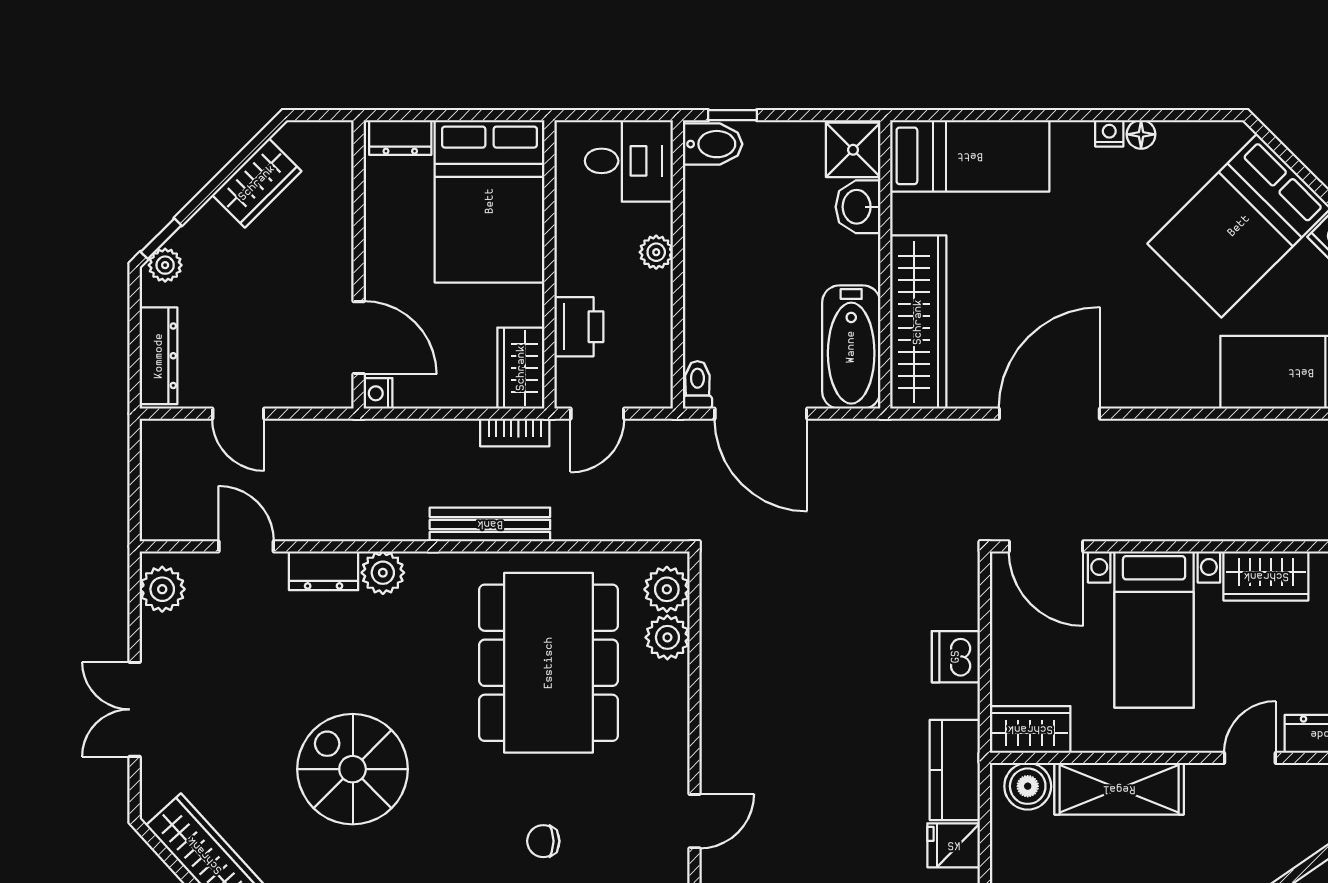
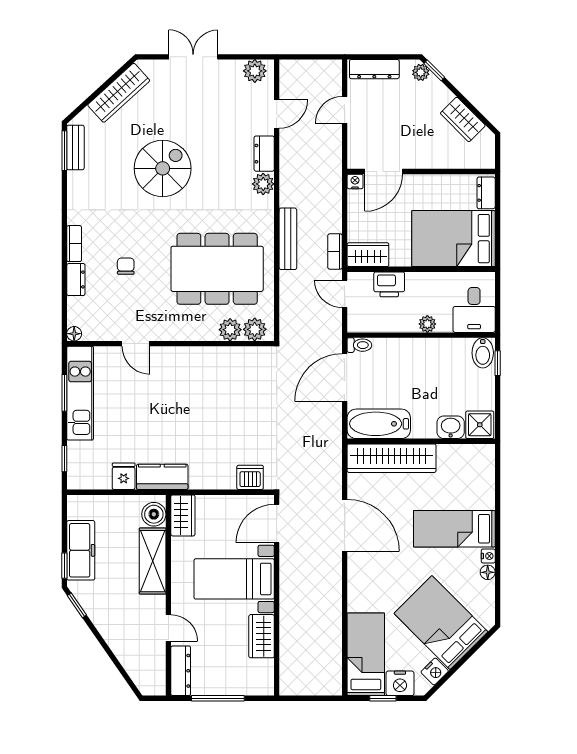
bed: (970, 156) -> (454, 529), moved, turned 90
dishwasher: (956, 657) -> (250, 477), moved

